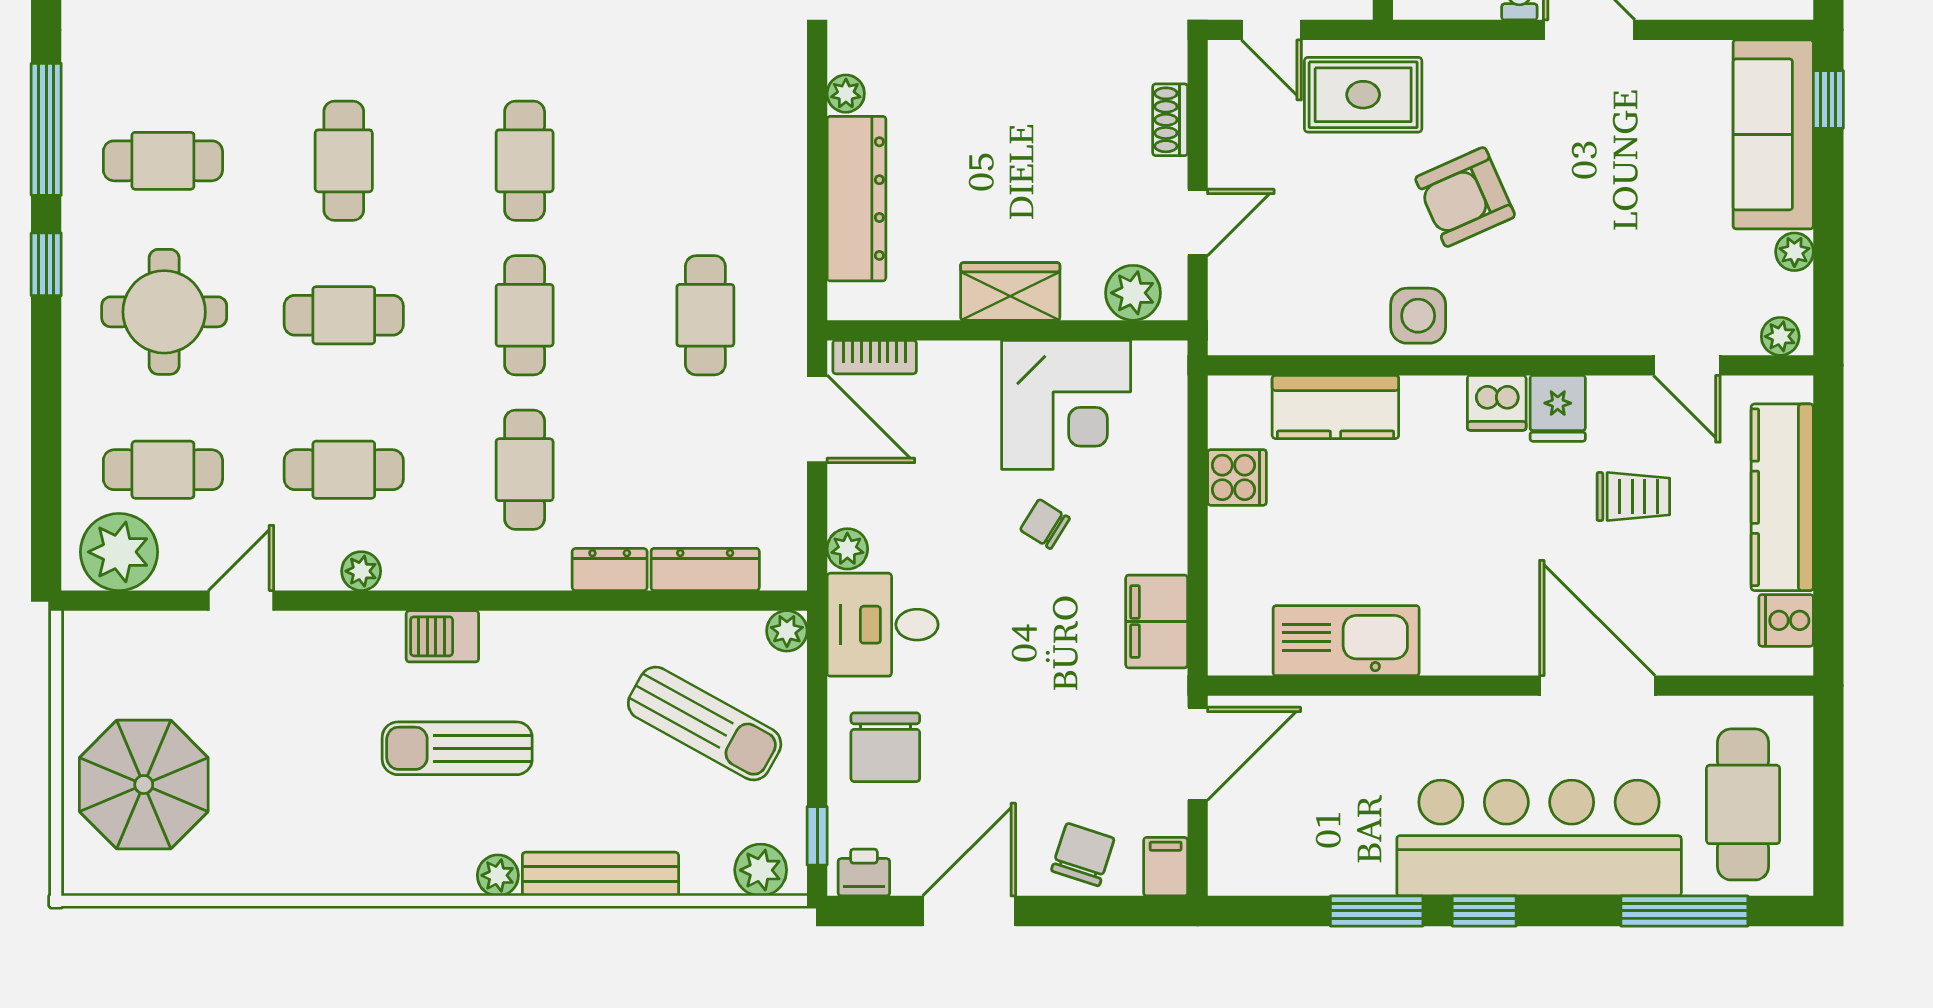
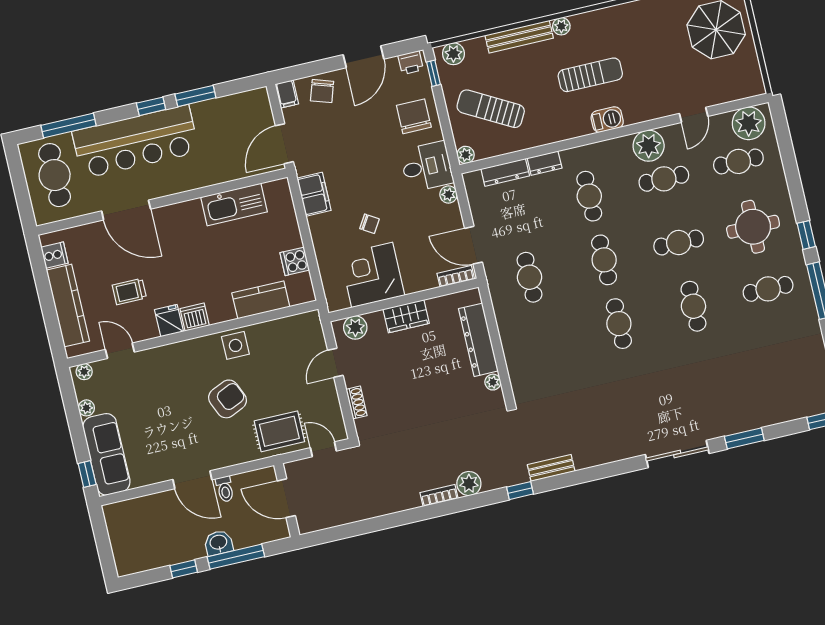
plant: (361, 571) -> (649, 146), width x1.87, depth x1.87

